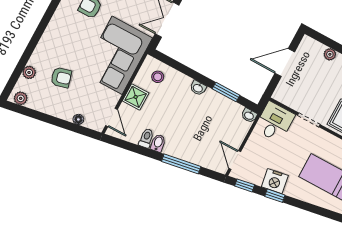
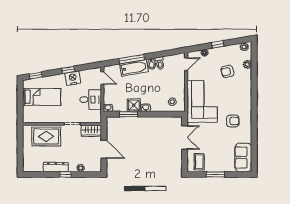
door: (285, 63) -> (104, 149), hinge flipped
shower: (136, 97) -> (134, 105), moved
wardrobe: (288, 97) -> (91, 131), added
door: (111, 117) -> (186, 64), swing flipped
window: (54, 121) -> (218, 44), added
desk: (275, 122) -> (91, 100), moved, turned -90
bathtub: (185, 151) -> (134, 68), added
window: (245, 185) -> (36, 75), moved

